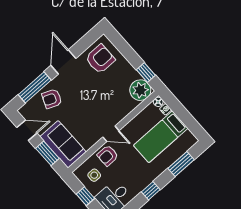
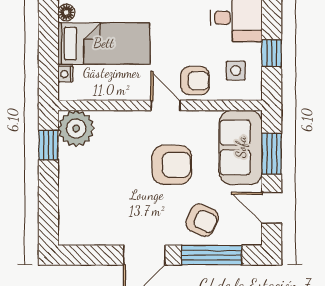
armchair: (100, 59) -> (172, 165), moved, turned 180
floor lamp: (158, 102) -> (66, 13), moved

